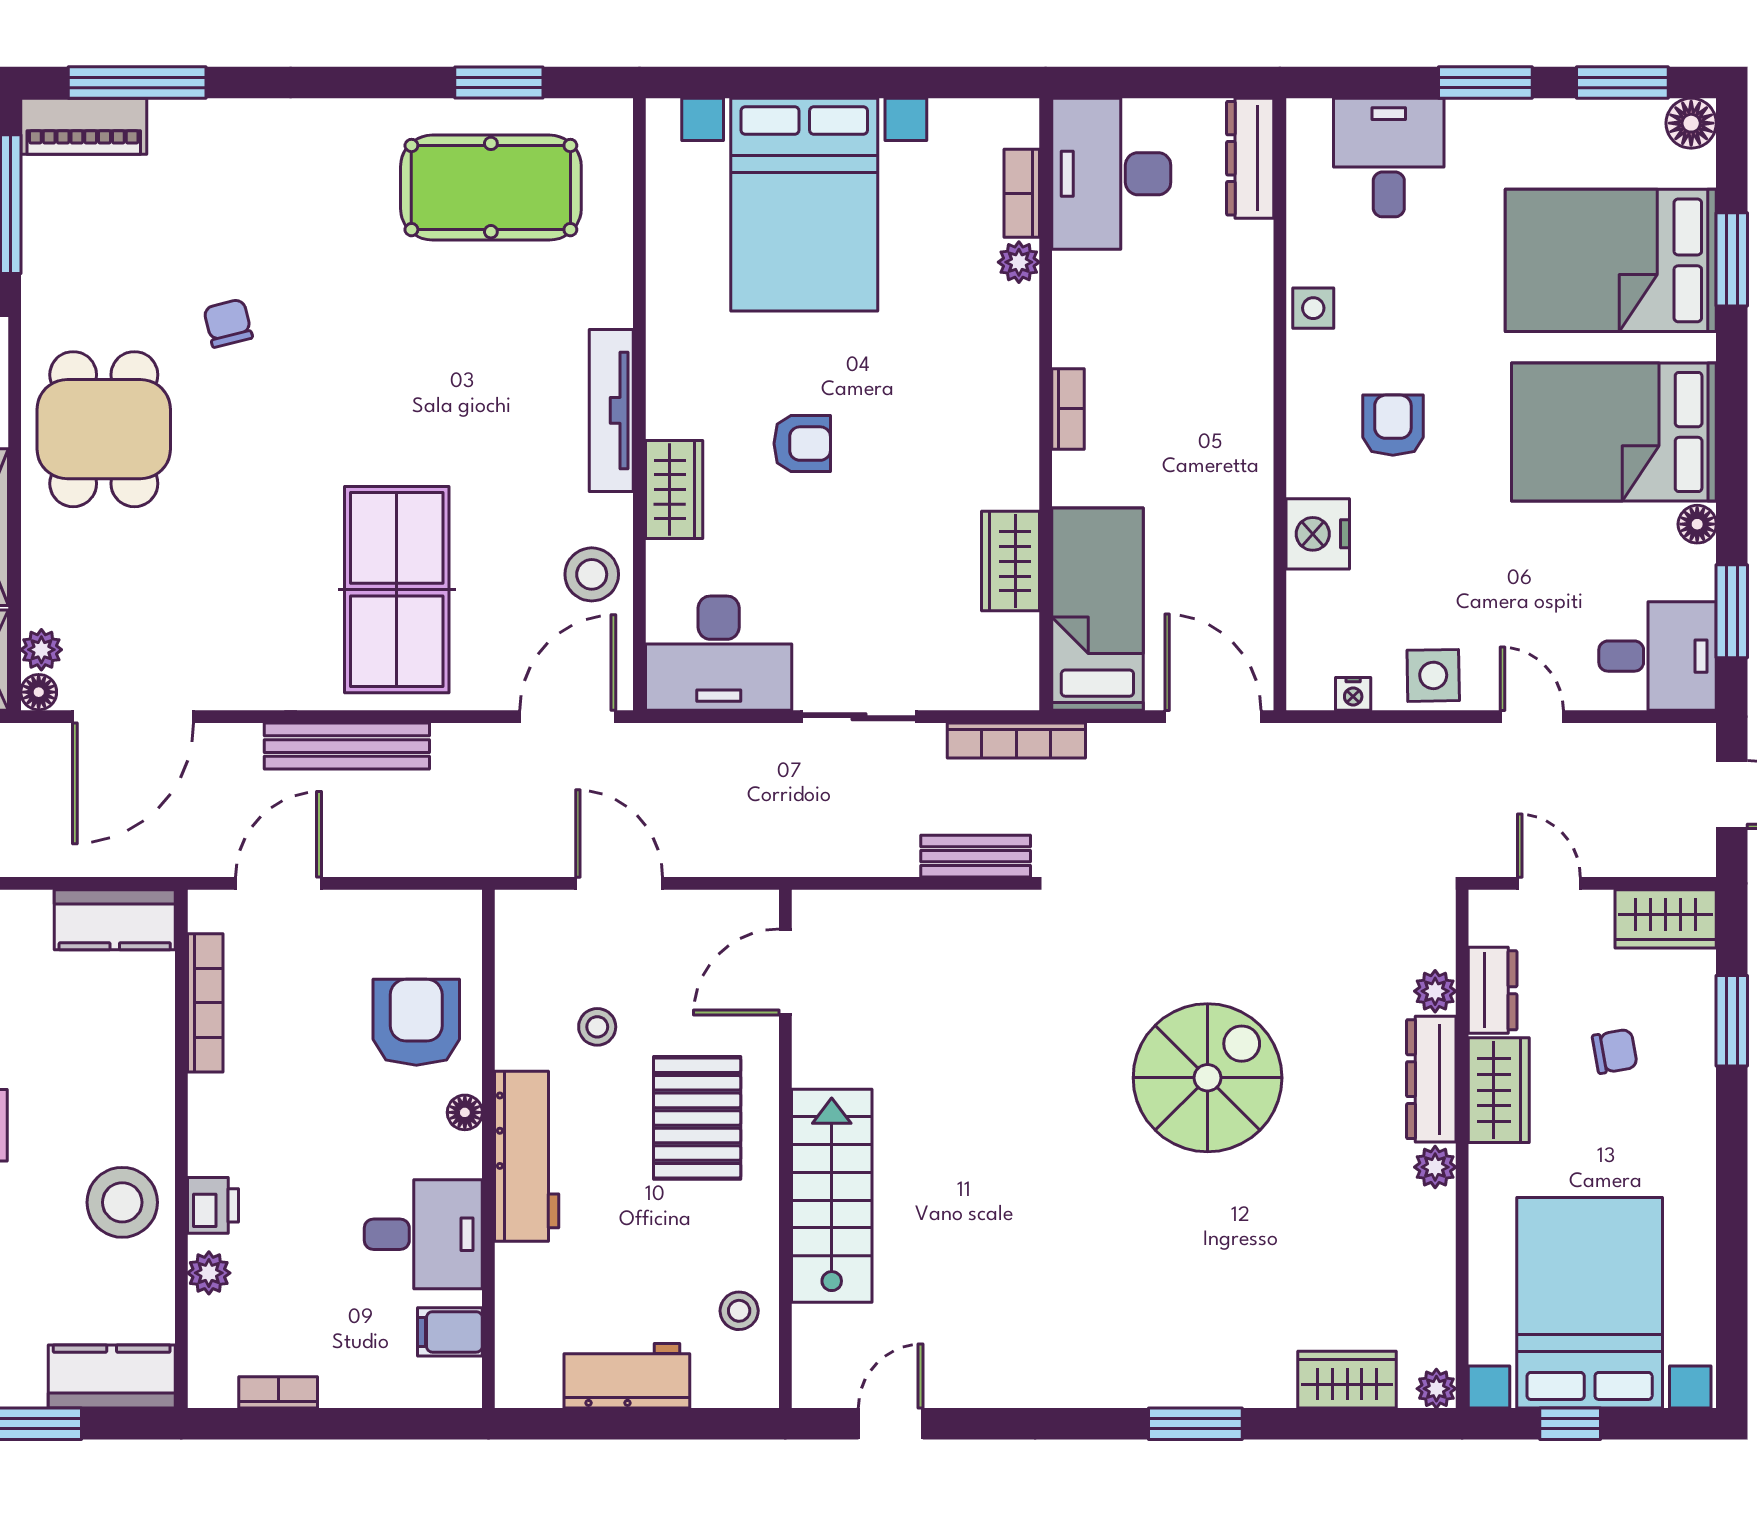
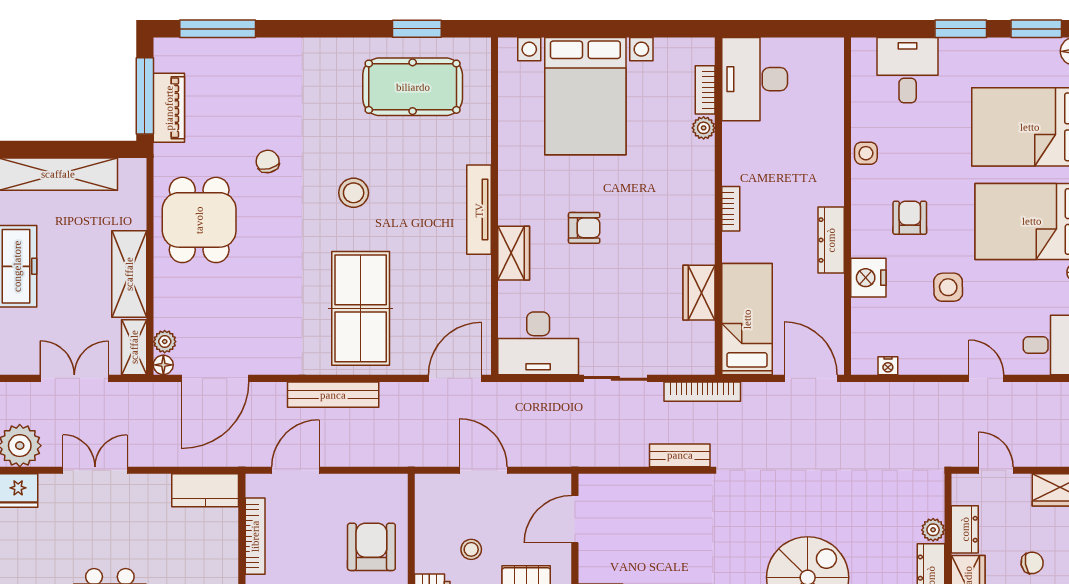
piano: (84, 126) -> (169, 108), moved, turned -90
dresser: (1250, 158) -> (831, 240), moved
stool: (592, 574) -> (354, 193), moved
side table: (1433, 675) -> (948, 287), moved

